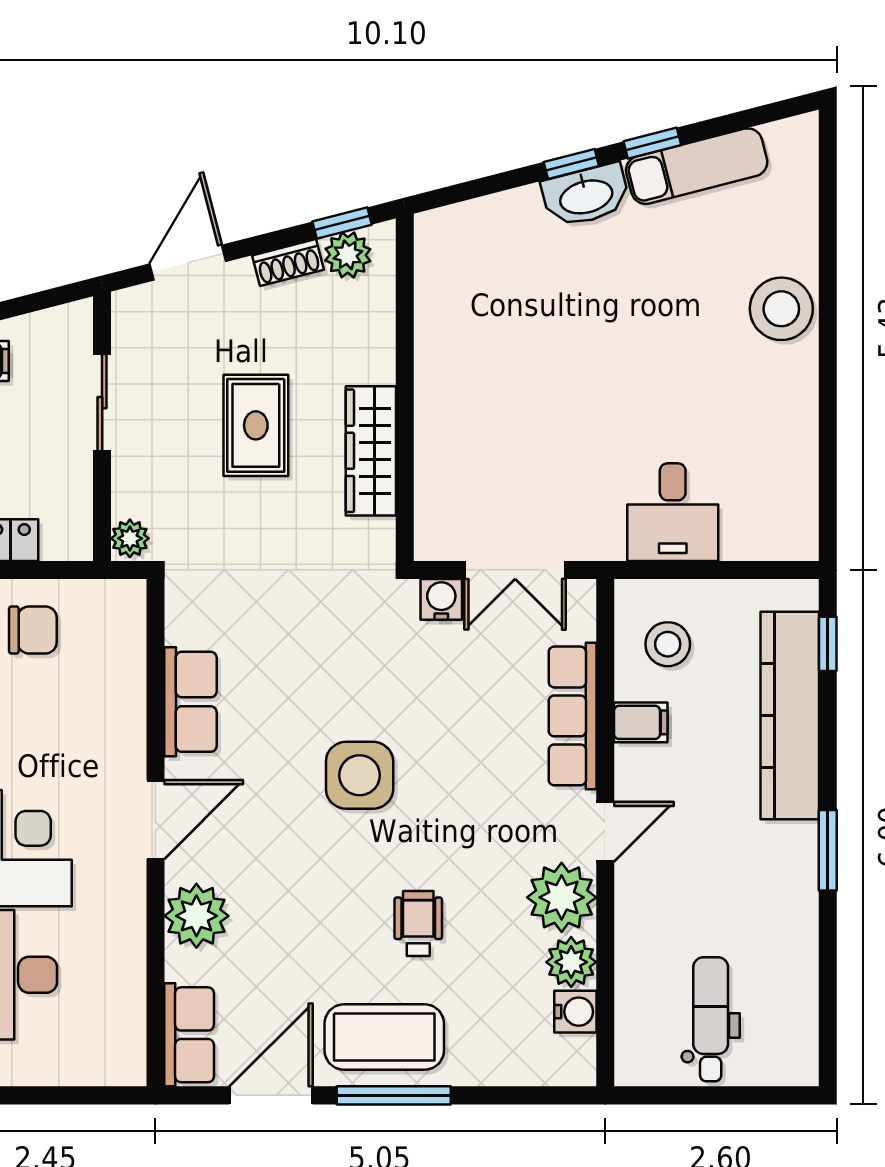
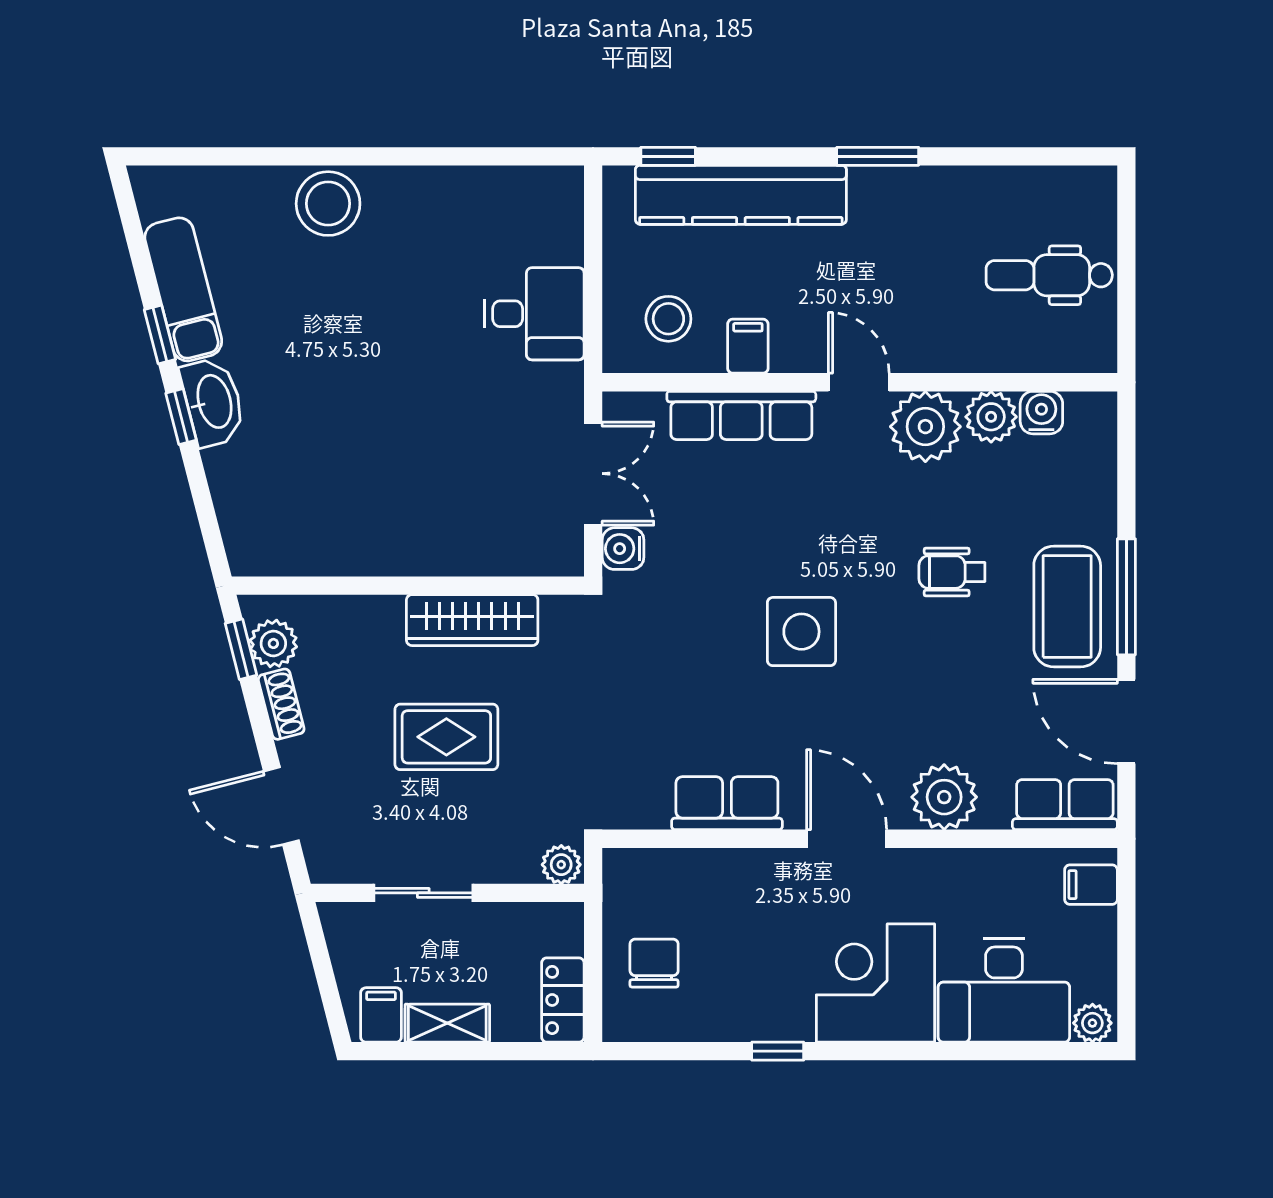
filing cabinet: (110, 1060) -> (1091, 885), added

